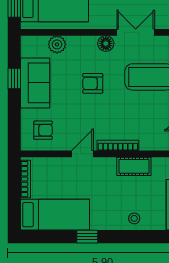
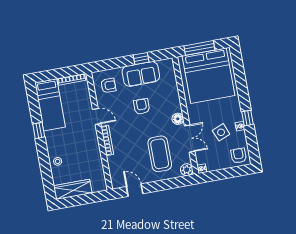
plant: (57, 44) -> (171, 84), removed
armchair: (93, 83) -> (142, 106), moved
armchair: (43, 130) -> (108, 85), turned -90
cot: (134, 166) -> (94, 155), removed

